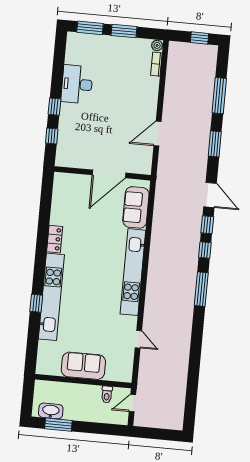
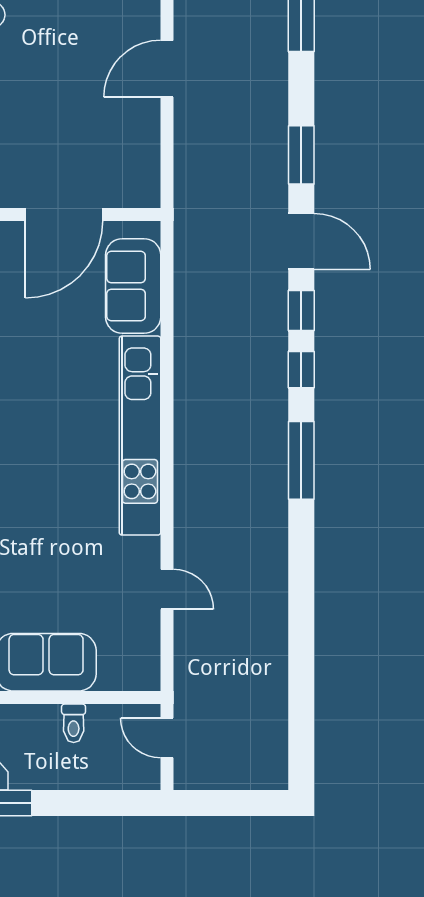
door: (157, 134) -> (167, 69), moved
window: (215, 144) -> (301, 155), moved
toilet: (107, 394) -> (74, 723), moved
door: (132, 403) -> (167, 738), hinge flipped

